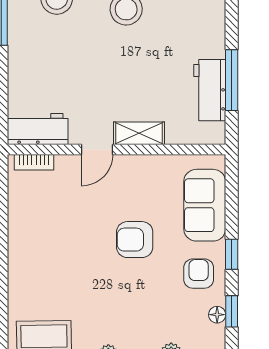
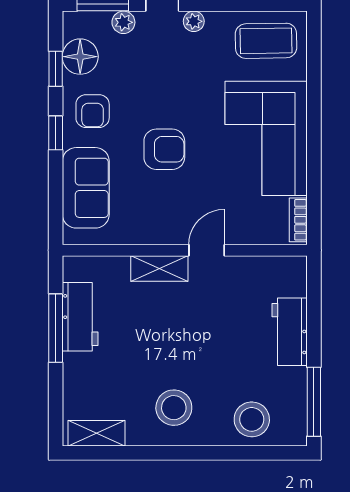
workbench: (38, 129) -> (290, 332), moved, turned 90
bookcase: (34, 162) -> (298, 220), moved, turned -90
corner sofa: (44, 249) -> (266, 138), added
floor lamp: (217, 315) -> (80, 57), width x1.89, depth x1.89

